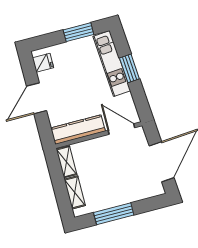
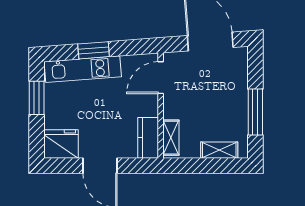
fridge: (43, 63) -> (61, 144), width x1.88, depth x1.34
kitchen counter: (78, 130) -> (148, 138), width x0.67
shelving: (67, 162) -> (171, 138), moved, turned 90

